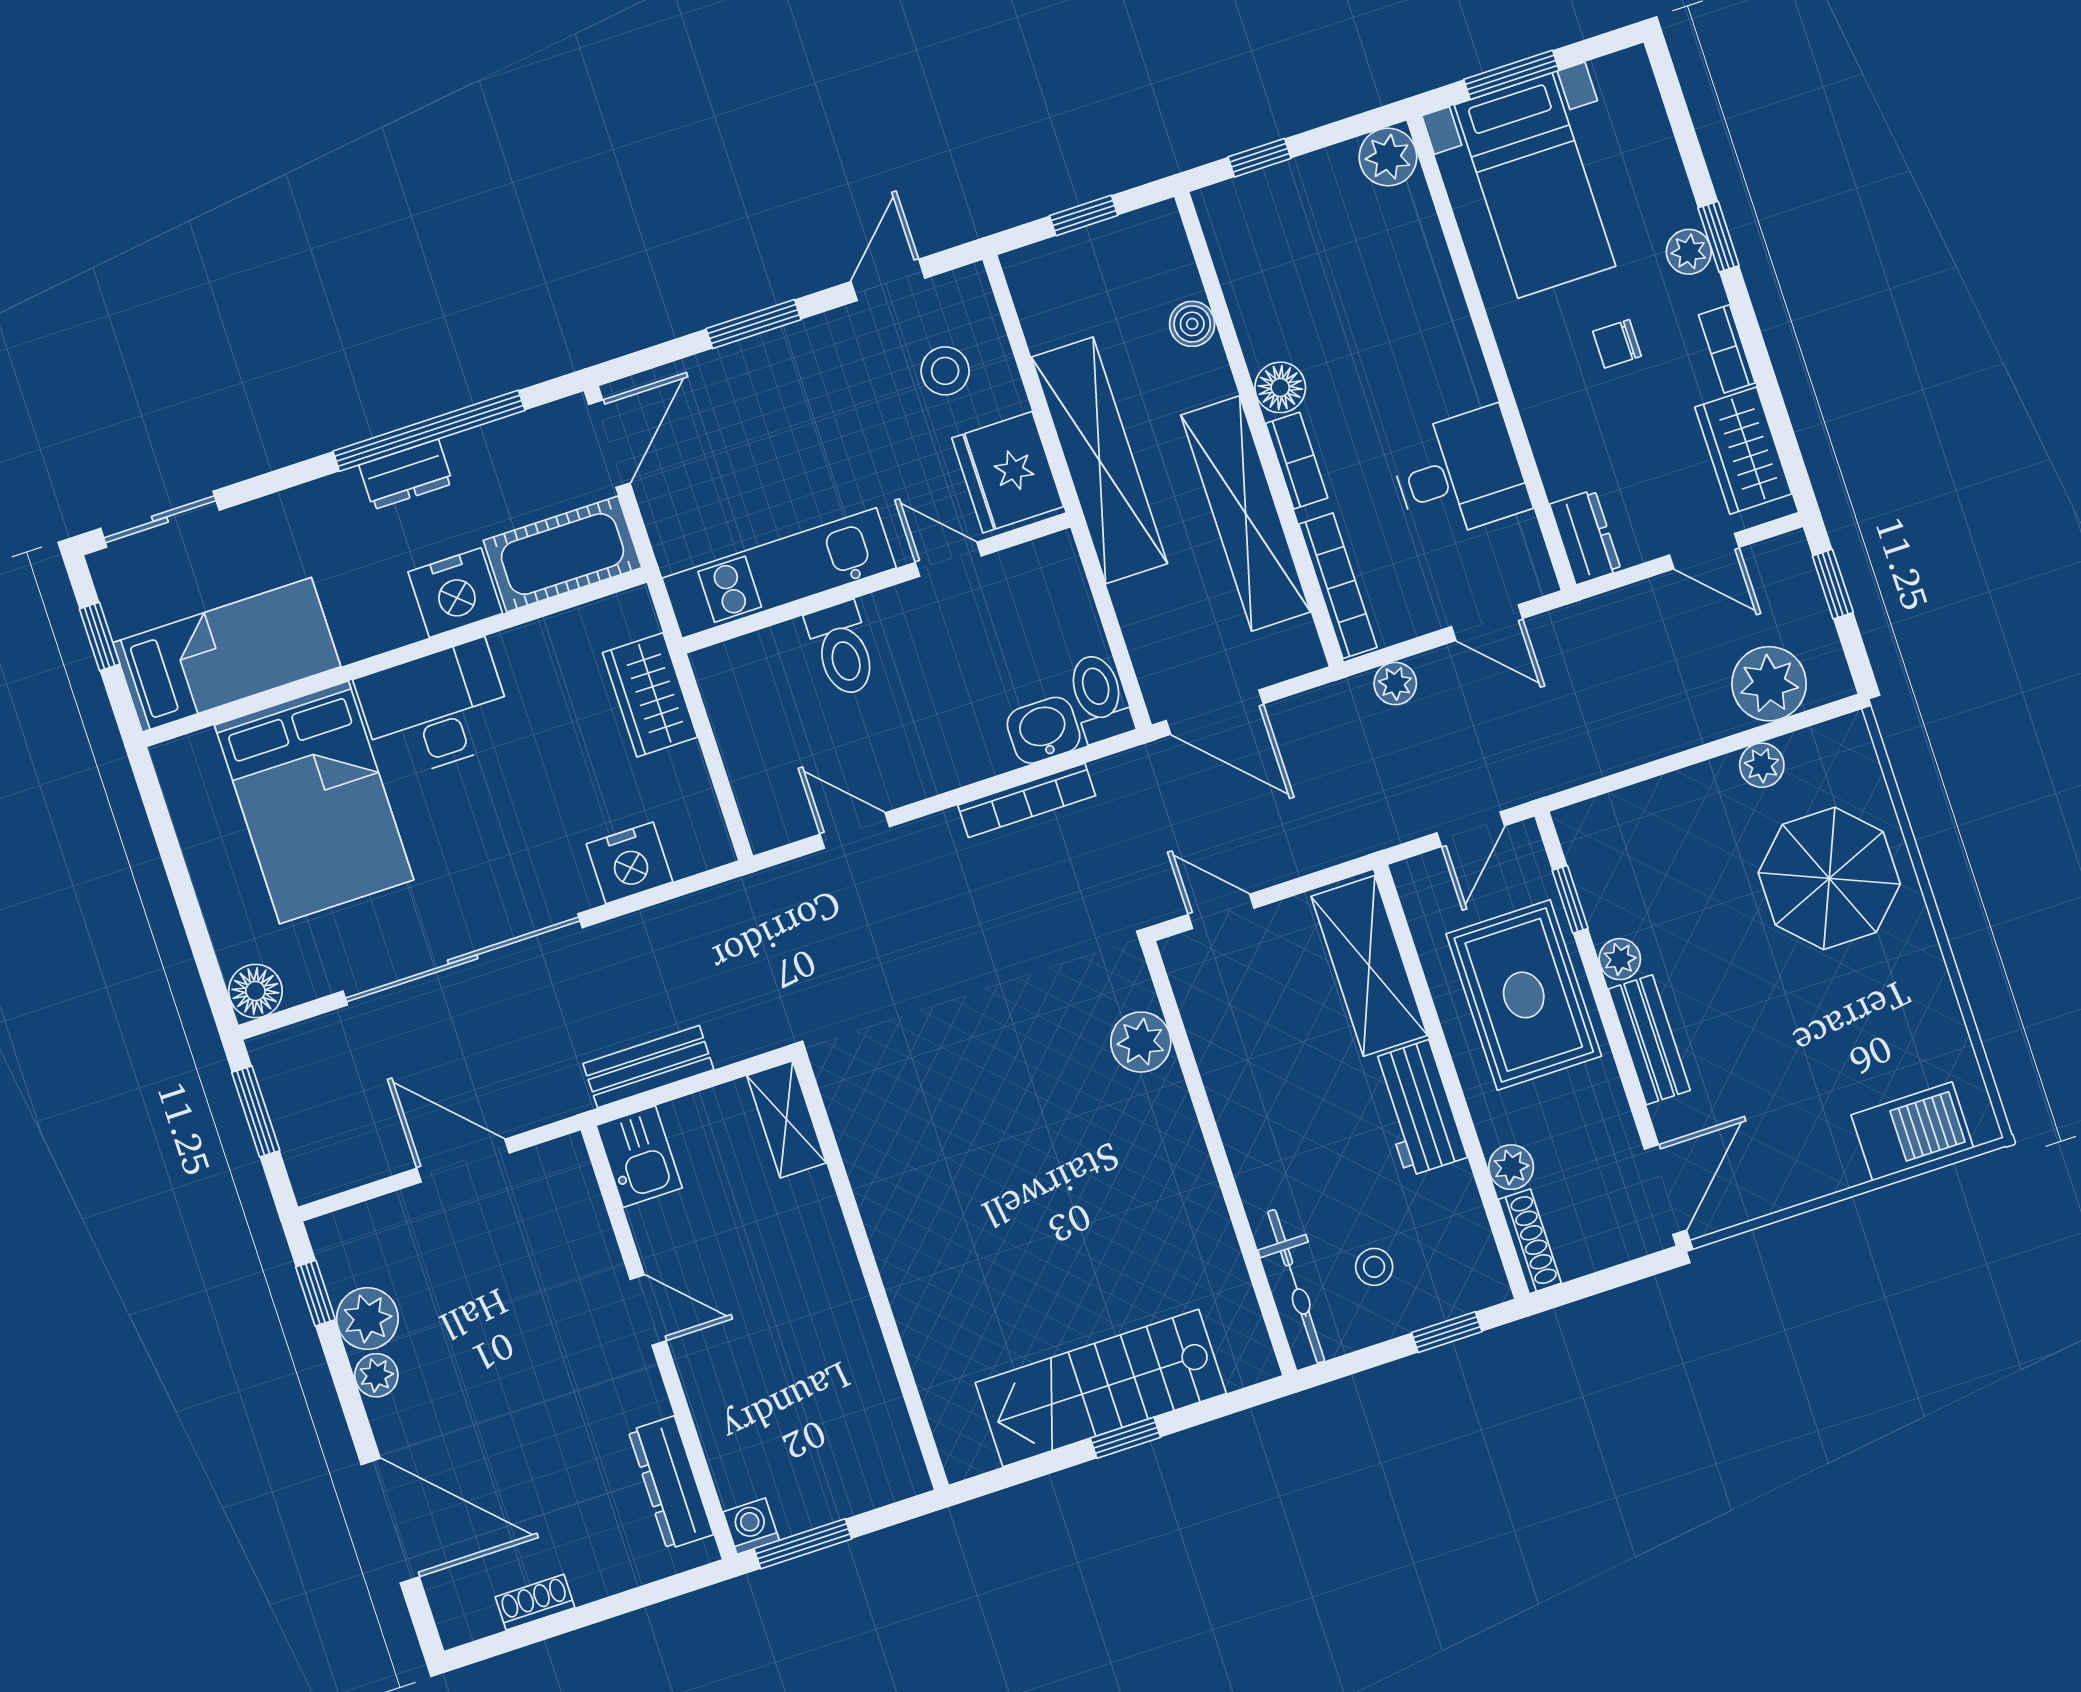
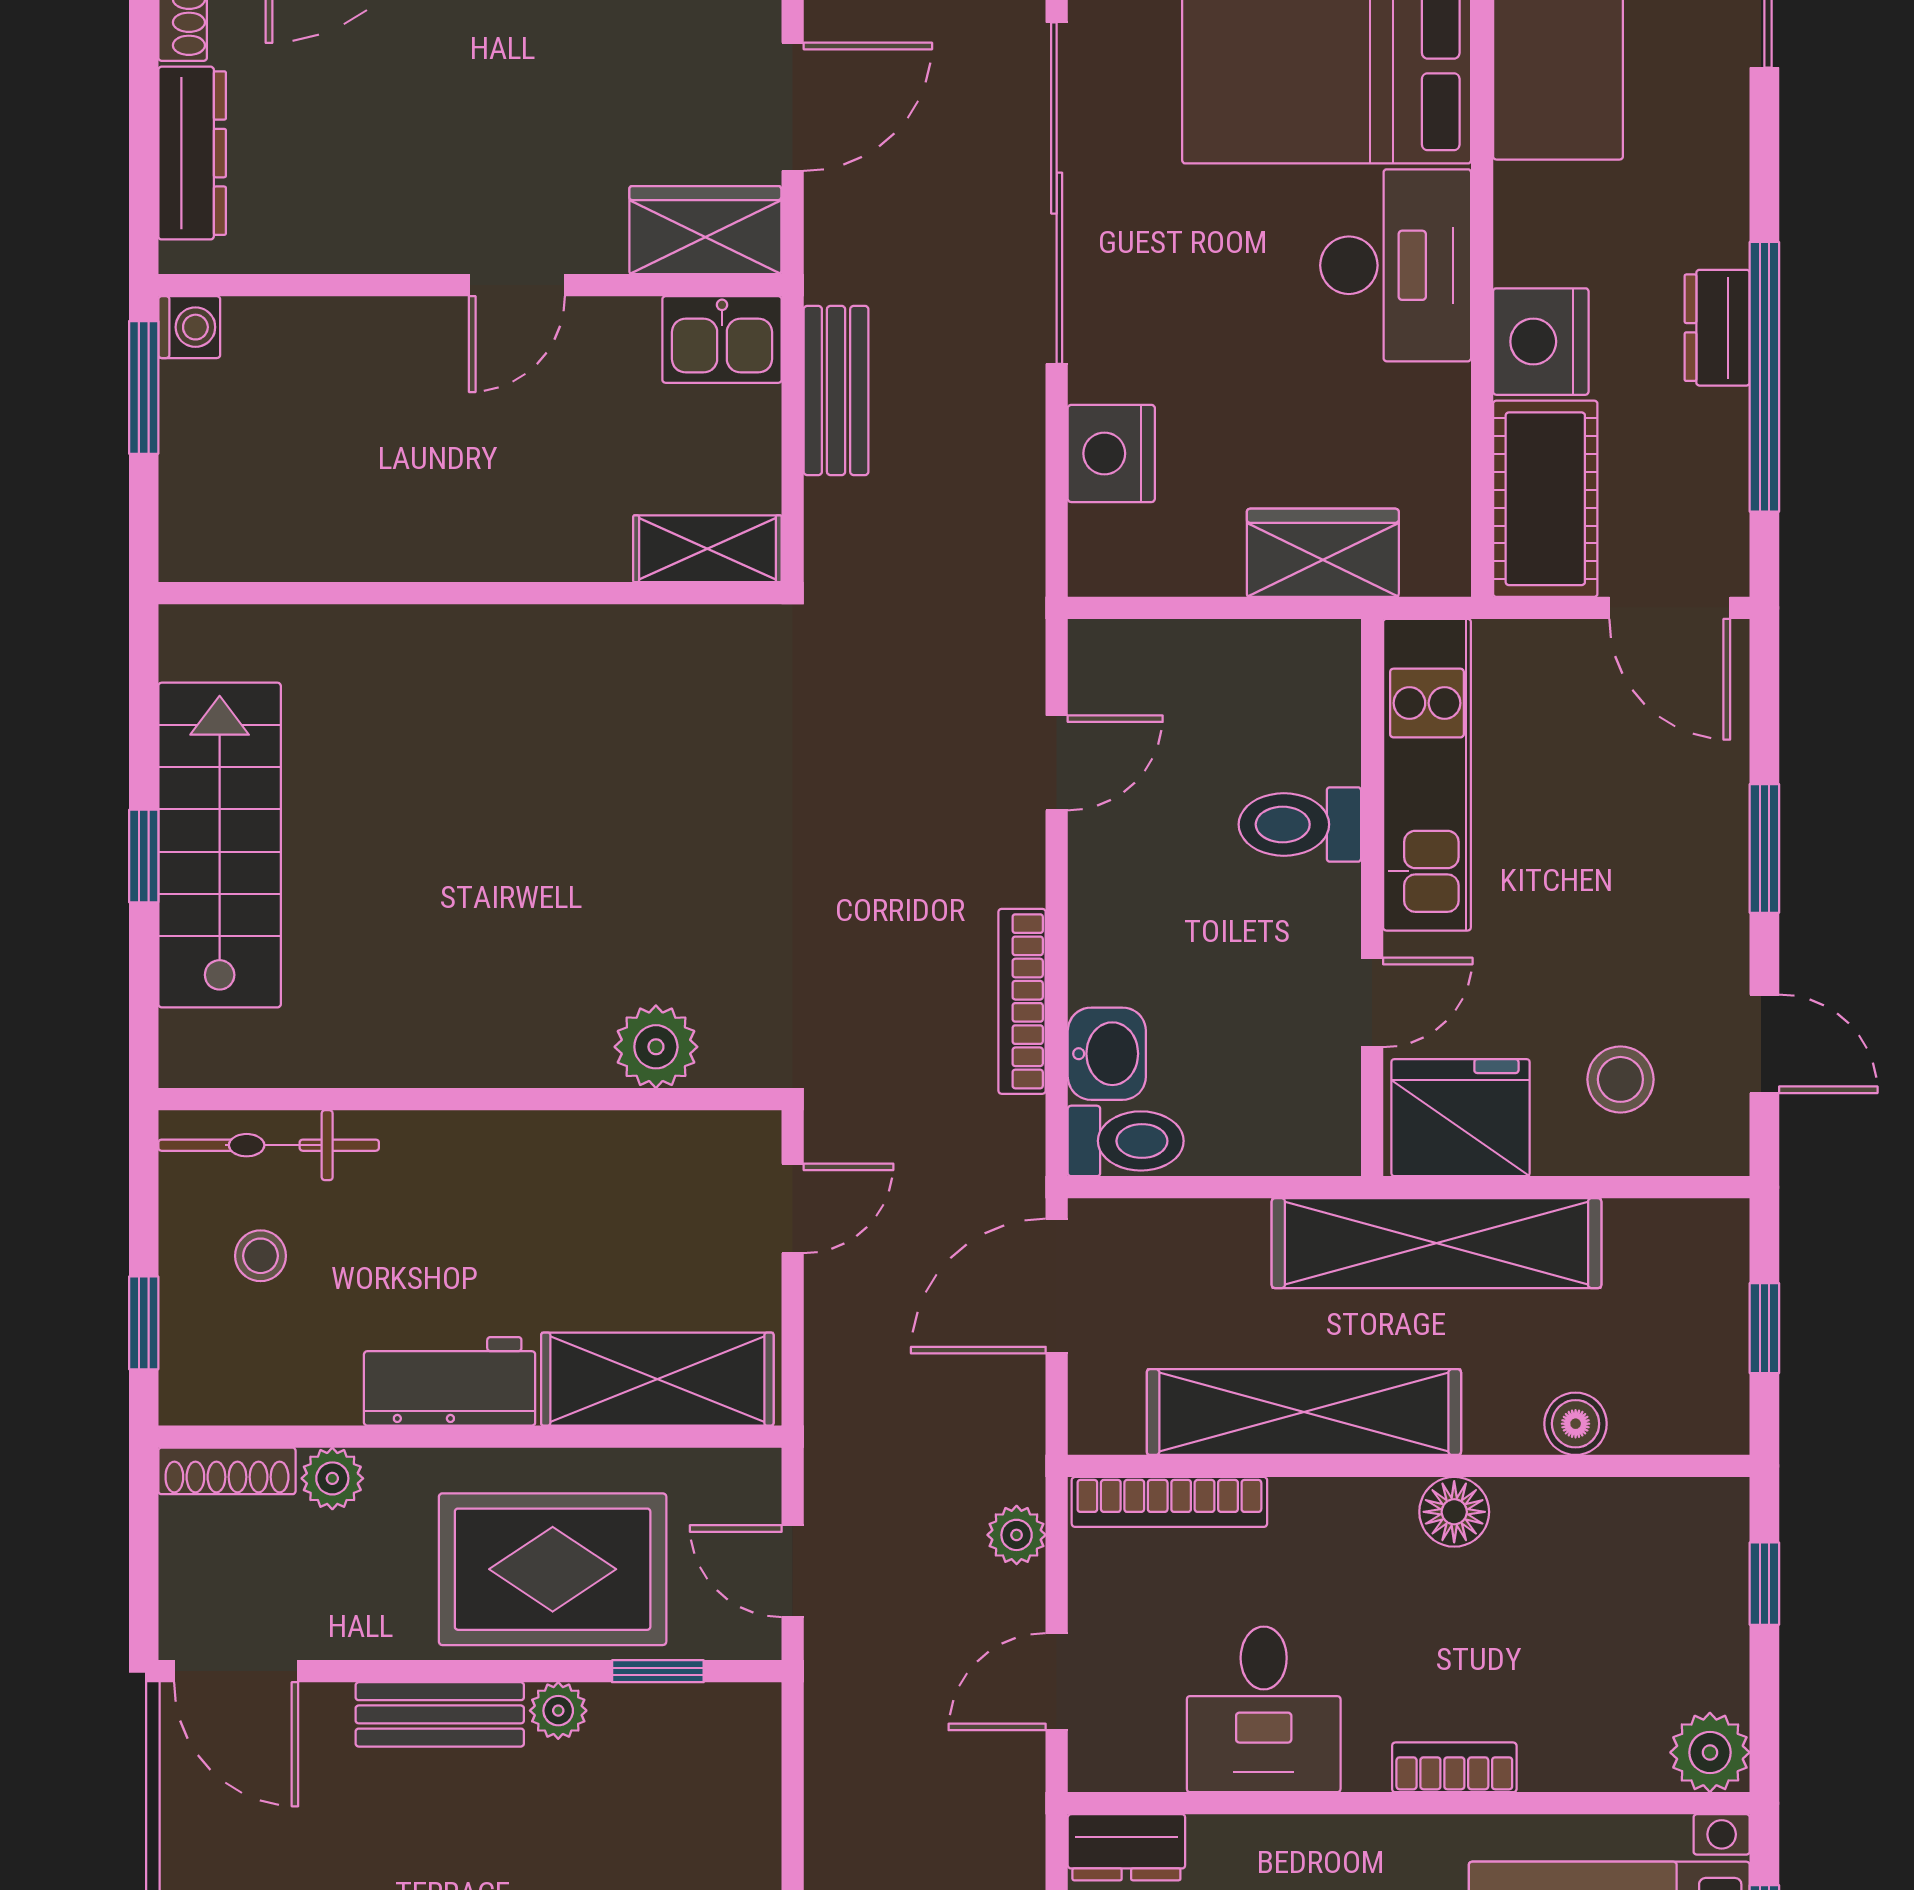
bookcase: (1297, 461) -> (1454, 1767), moved, turned 180
wardrobe: (568, 1193) -> (705, 230), added
dresser: (671, 1483) -> (192, 153), moved, turned 90

